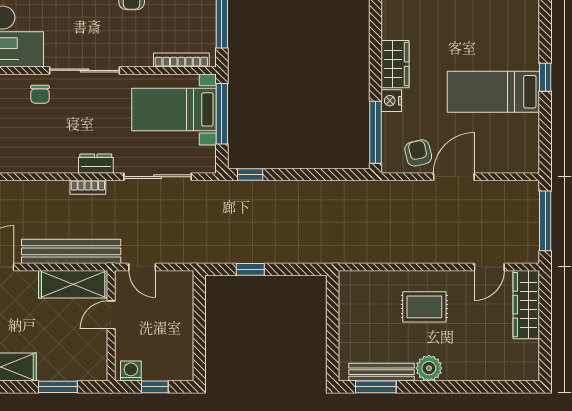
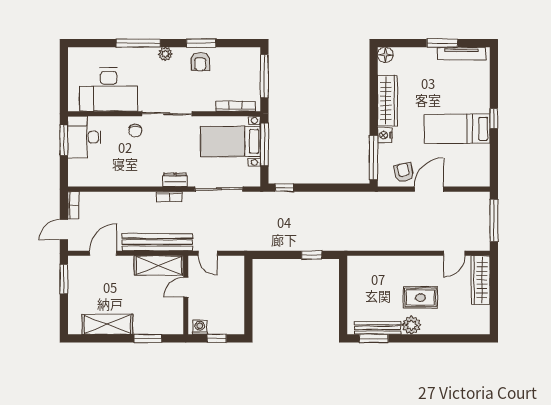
wardrobe: (395, 64) -> (387, 101), width x1.50
window: (250, 269) -> (312, 255), moved
rug: (424, 307) -> (420, 298), moved

